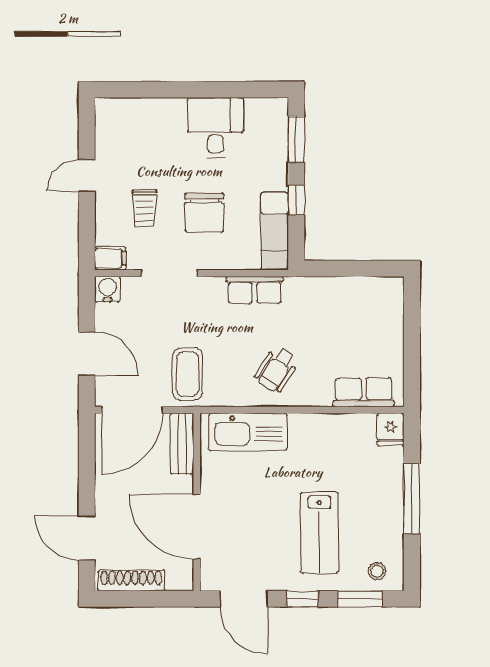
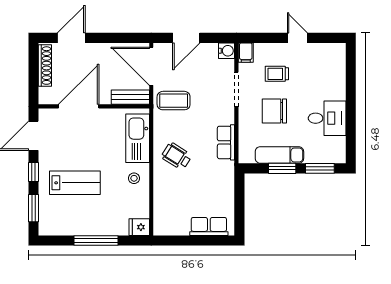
window: (296, 200) -> (282, 168), width x1.50
exam couch: (275, 231) -> (279, 155), moved
row of seats: (364, 392) -> (209, 226), moved, turned -90
lab bench: (319, 533) -> (75, 183), turned 180
stool: (377, 571) -> (134, 178), moved

